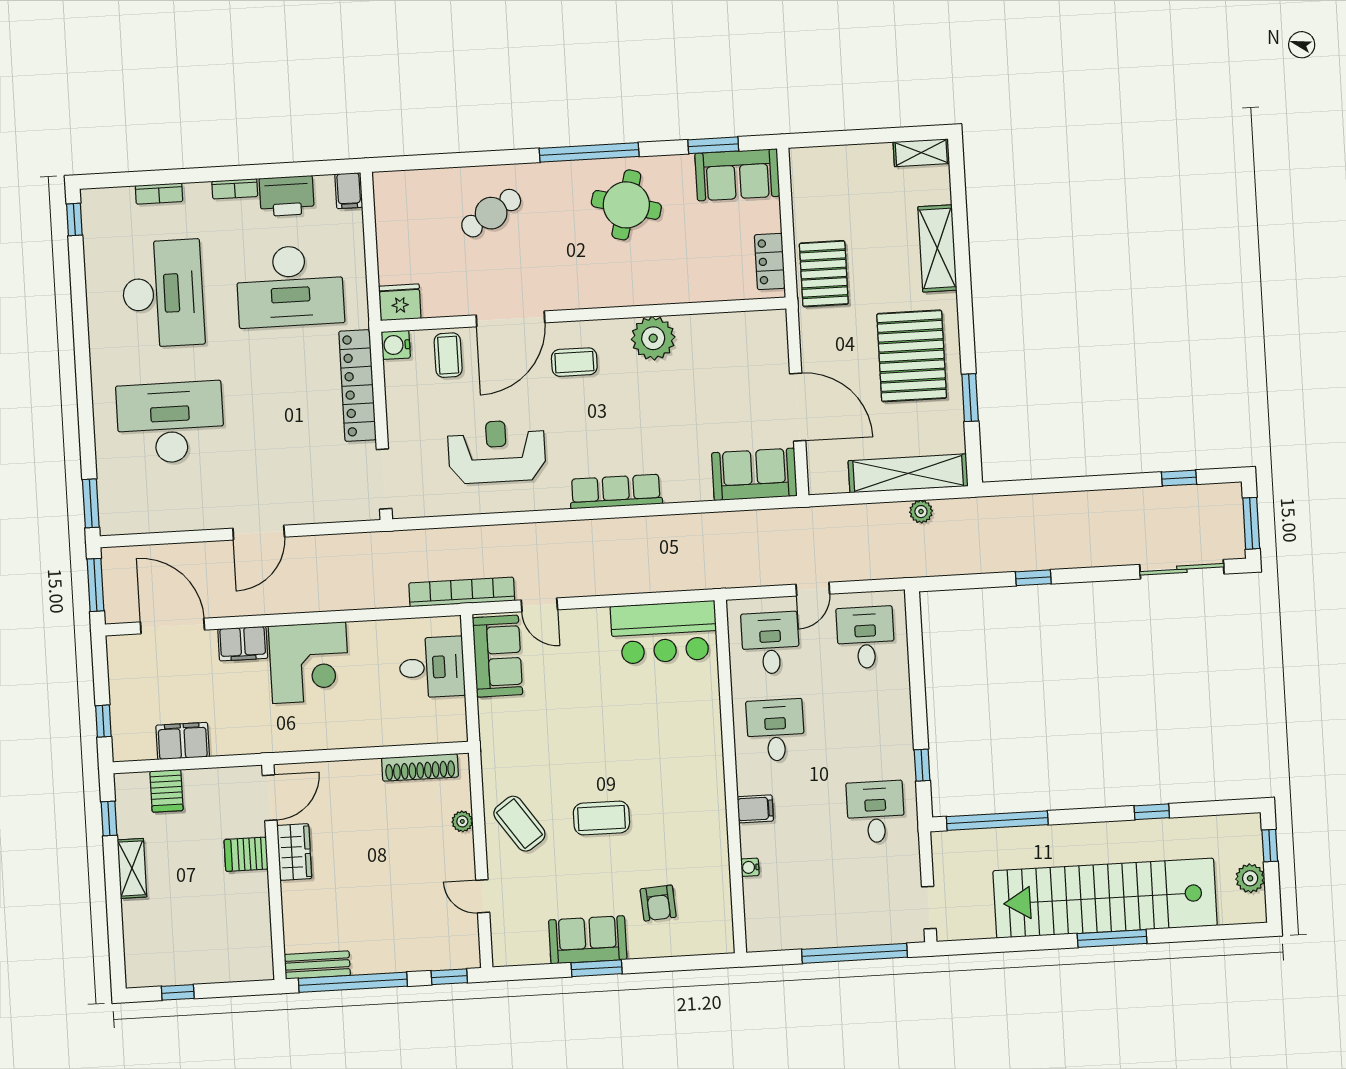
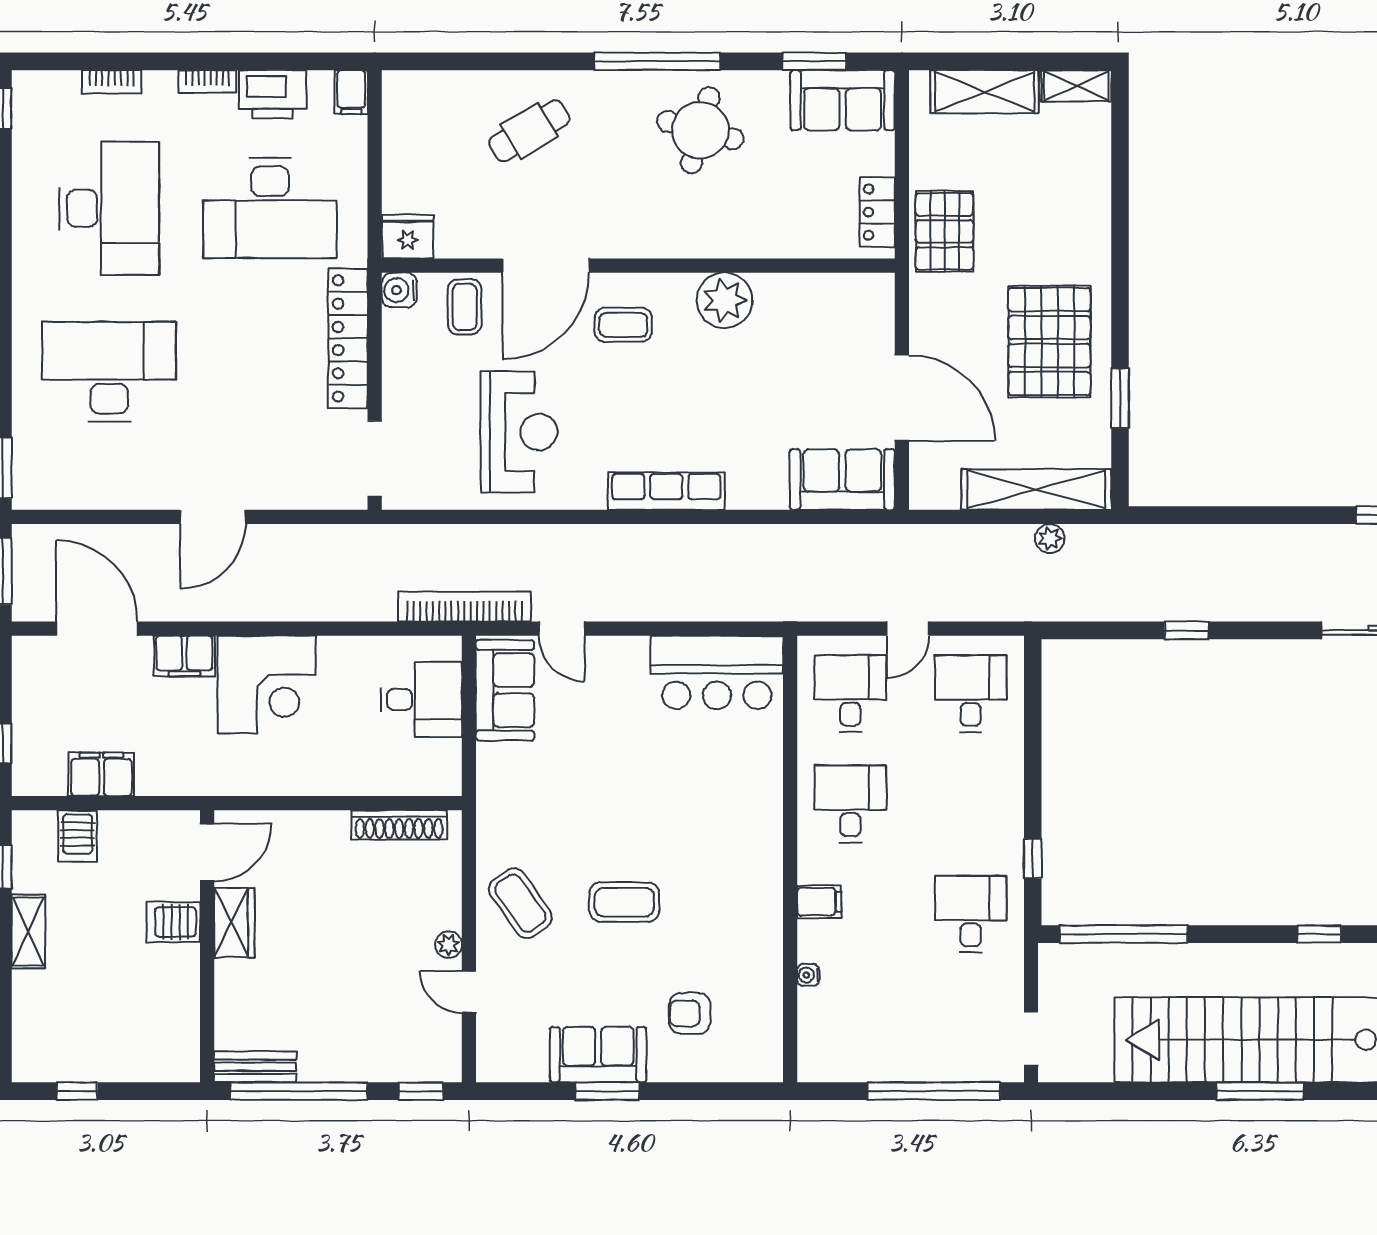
shelving: (937, 248) -> (985, 92), moved, turned 90
reception desk: (497, 452) -> (519, 432), turned 90
plant: (462, 821) -> (449, 945), moved
armchair: (658, 903) -> (690, 1013), turned 94

